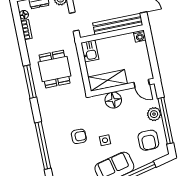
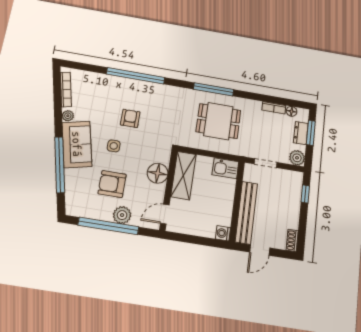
armchair: (79, 136) -> (130, 118), turned 180
armchair: (148, 140) -> (112, 184), moved

